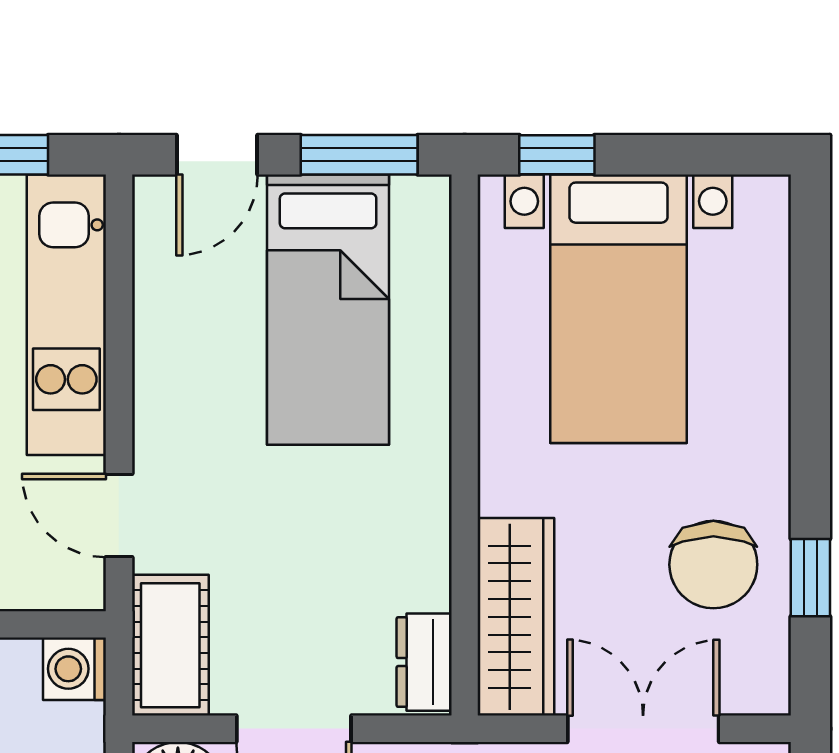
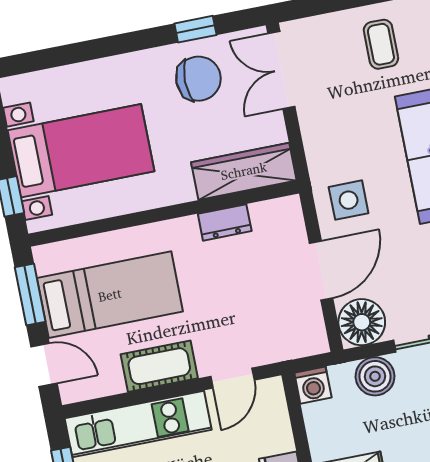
cot: (170, 645) -> (159, 366), moved
dresser: (424, 662) -> (225, 222), moved
double door: (643, 729) -> (281, 70), moved

